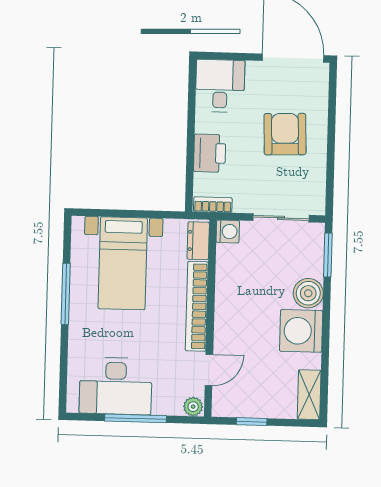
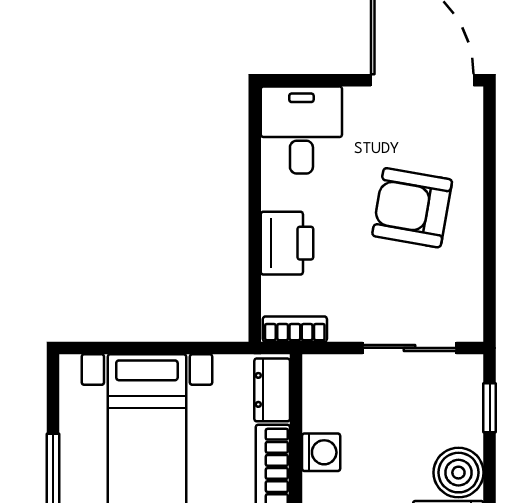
armchair: (285, 134) -> (412, 208), turned -78
washing machine: (228, 231) -> (321, 452), moved
window: (328, 255) -> (490, 408), width x0.67

